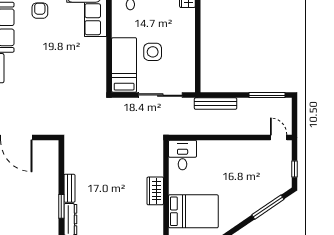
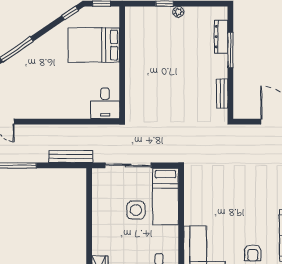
bench: (69, 188) -> (222, 93), moved
wardrobe: (155, 191) -> (133, 66), removed
window: (61, 206) -> (230, 50), width x1.44

